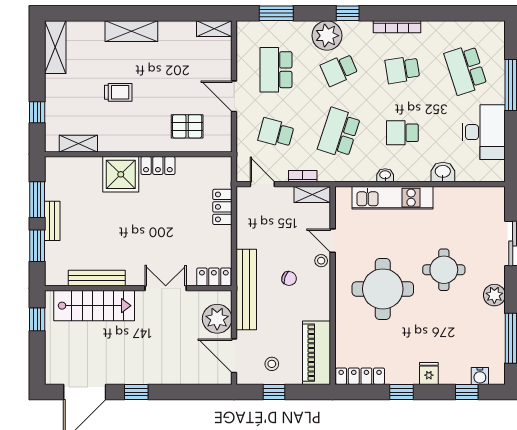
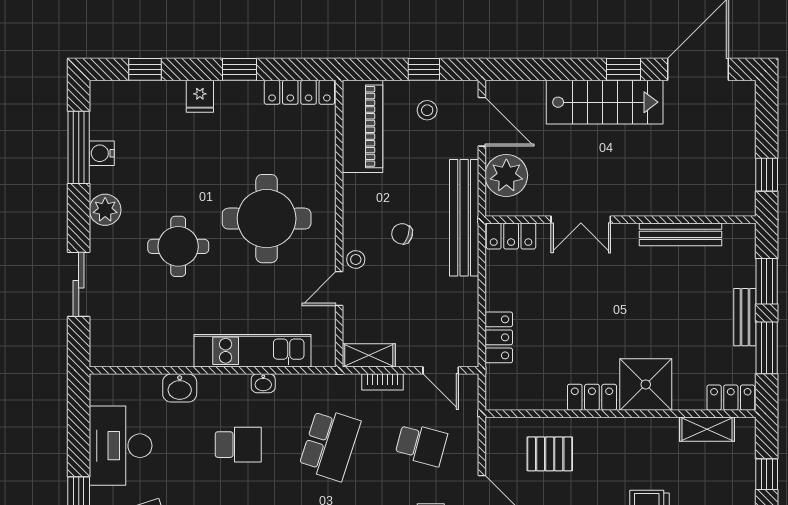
locker: (62, 165) -> (731, 398), added
door: (333, 241) -> (339, 289), swing flipped
stairs: (94, 306) -> (605, 102), moved, turned 180
water cooler: (480, 376) -> (102, 153), moved, turned -90

